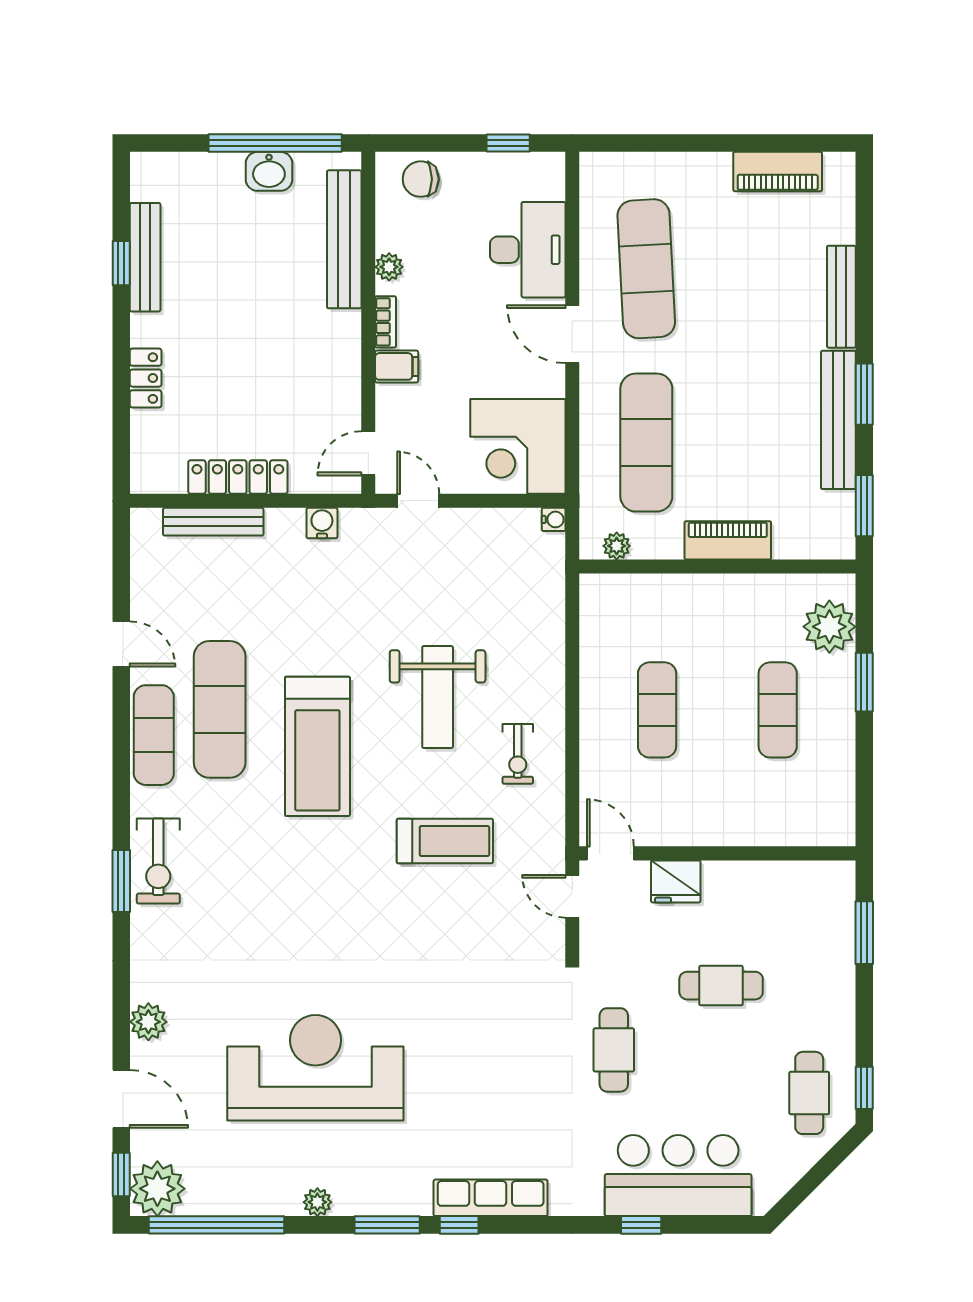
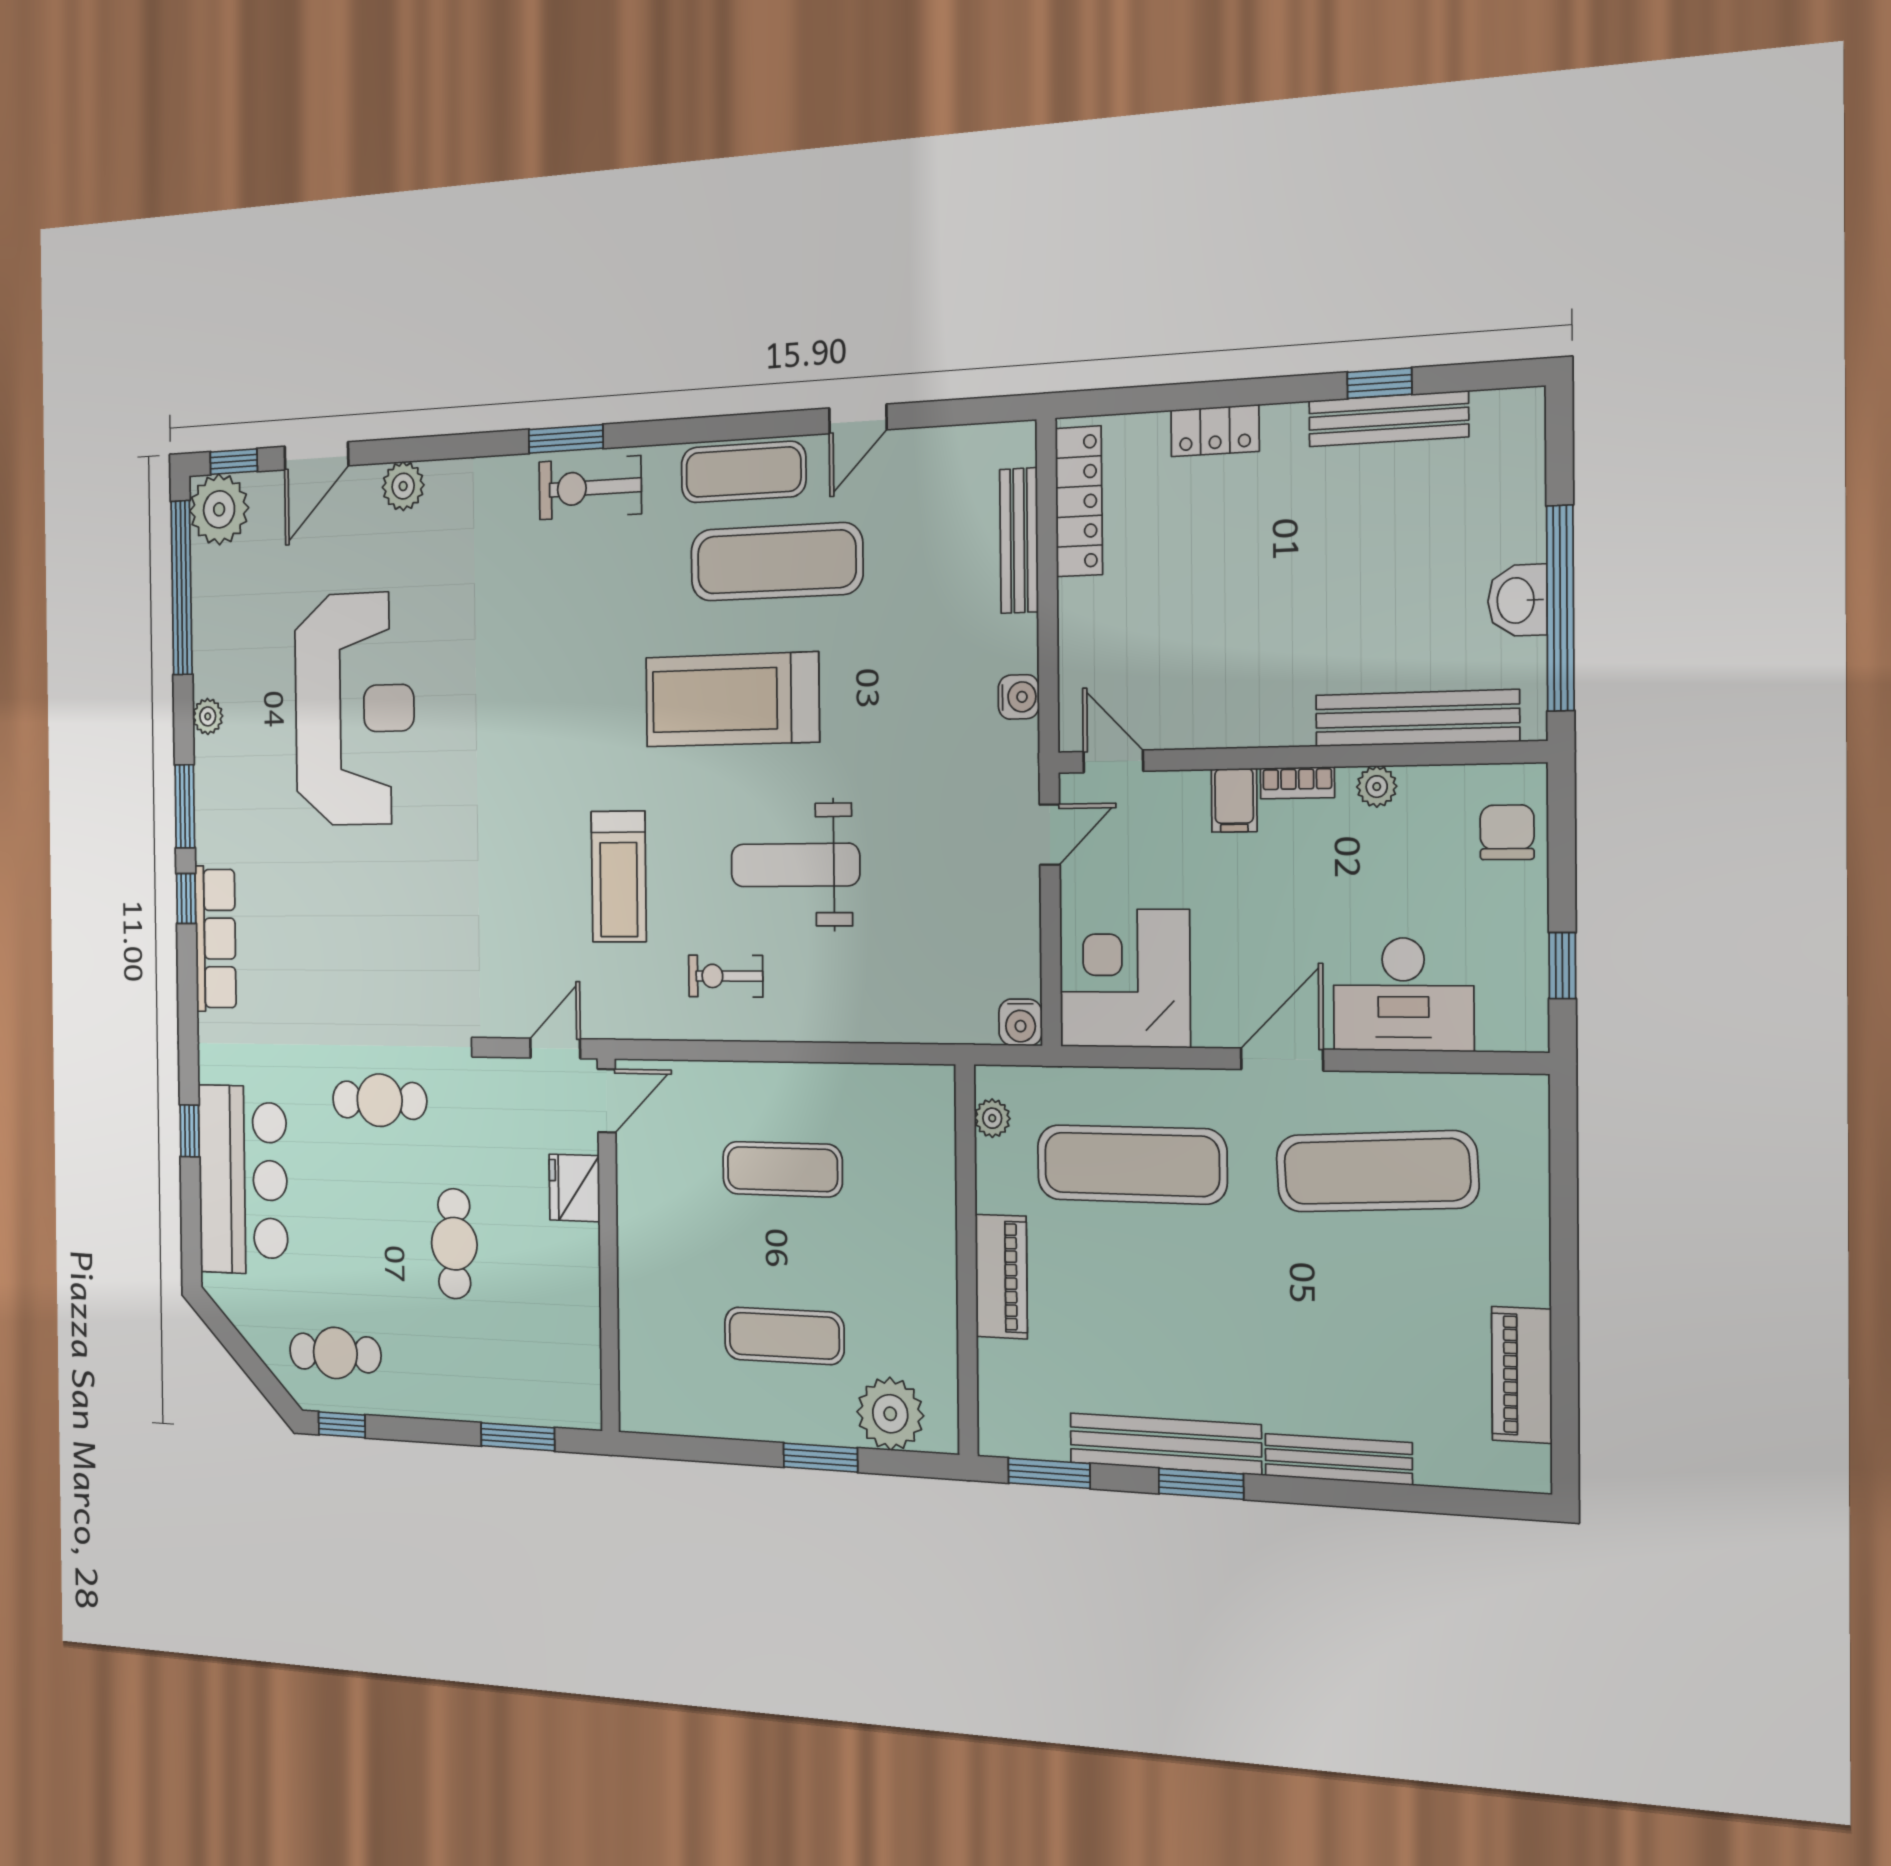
locker: (238, 477) -> (1079, 501), moved
water cooler: (554, 519) -> (1021, 1022), width x1.38, depth x1.38

